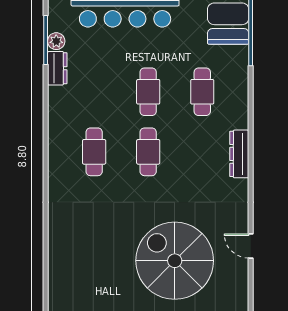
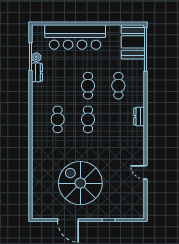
dresser: (239, 154) -> (139, 116), width x0.70
spiral stairs: (175, 261) -> (80, 183), moved

